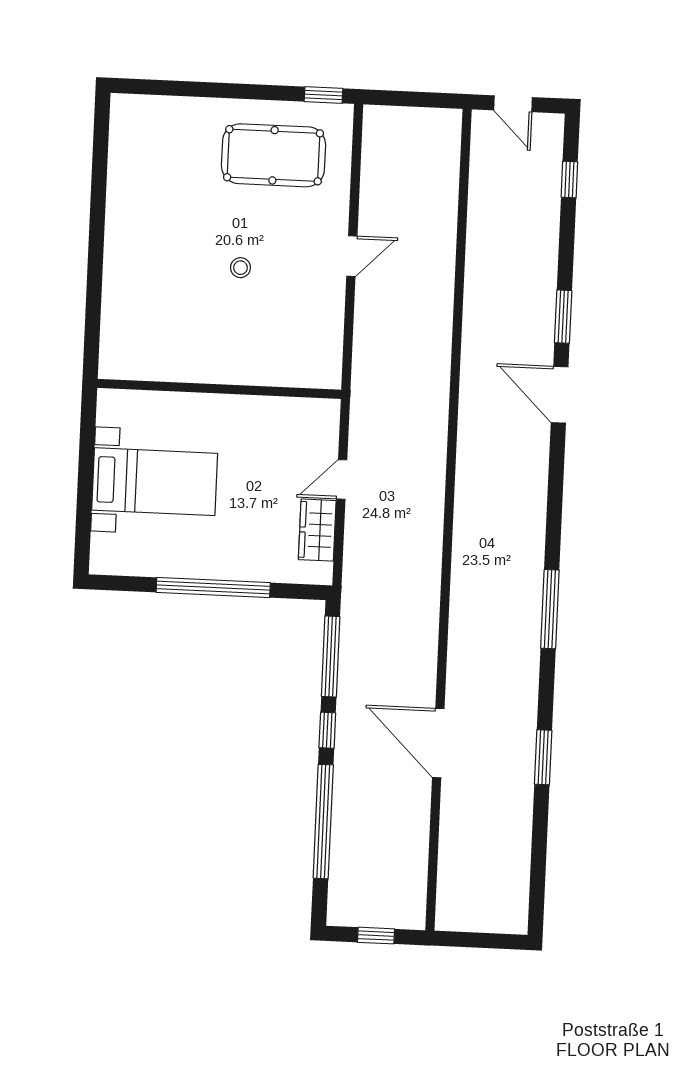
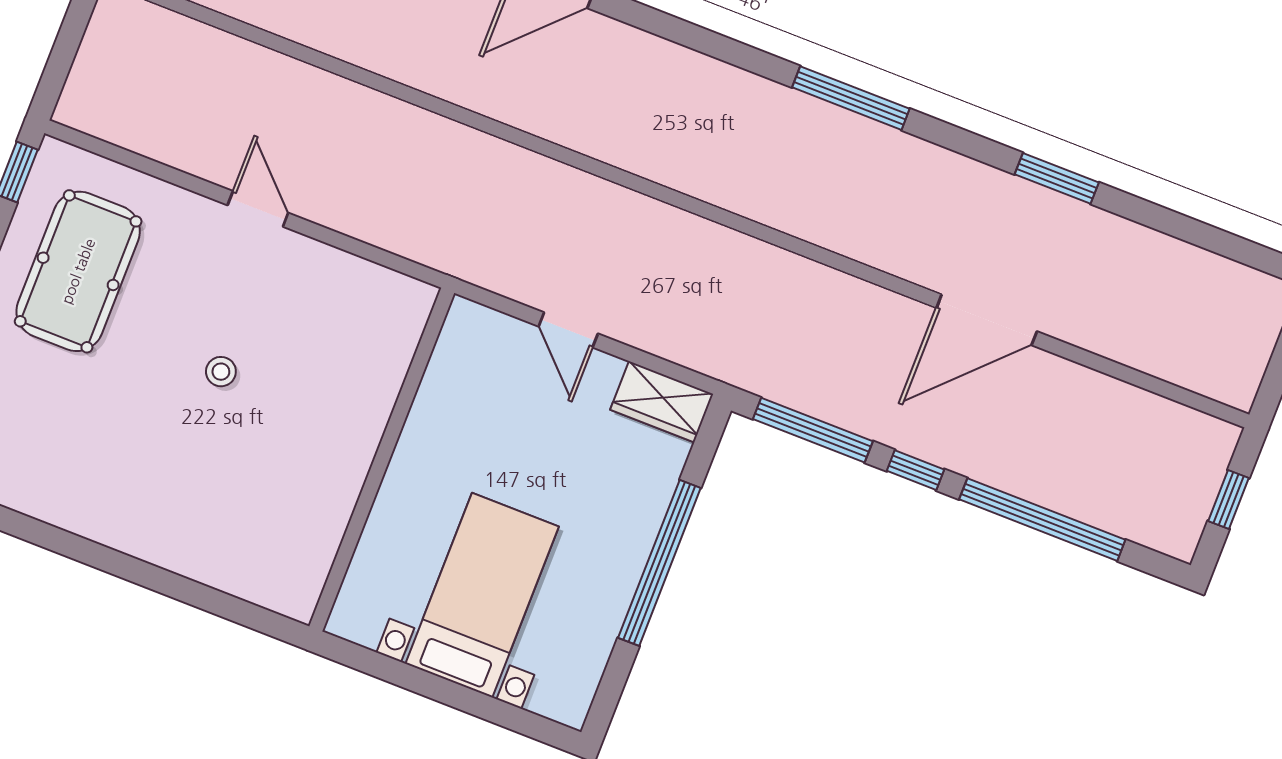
wardrobe: (317, 530) -> (662, 402), moved

